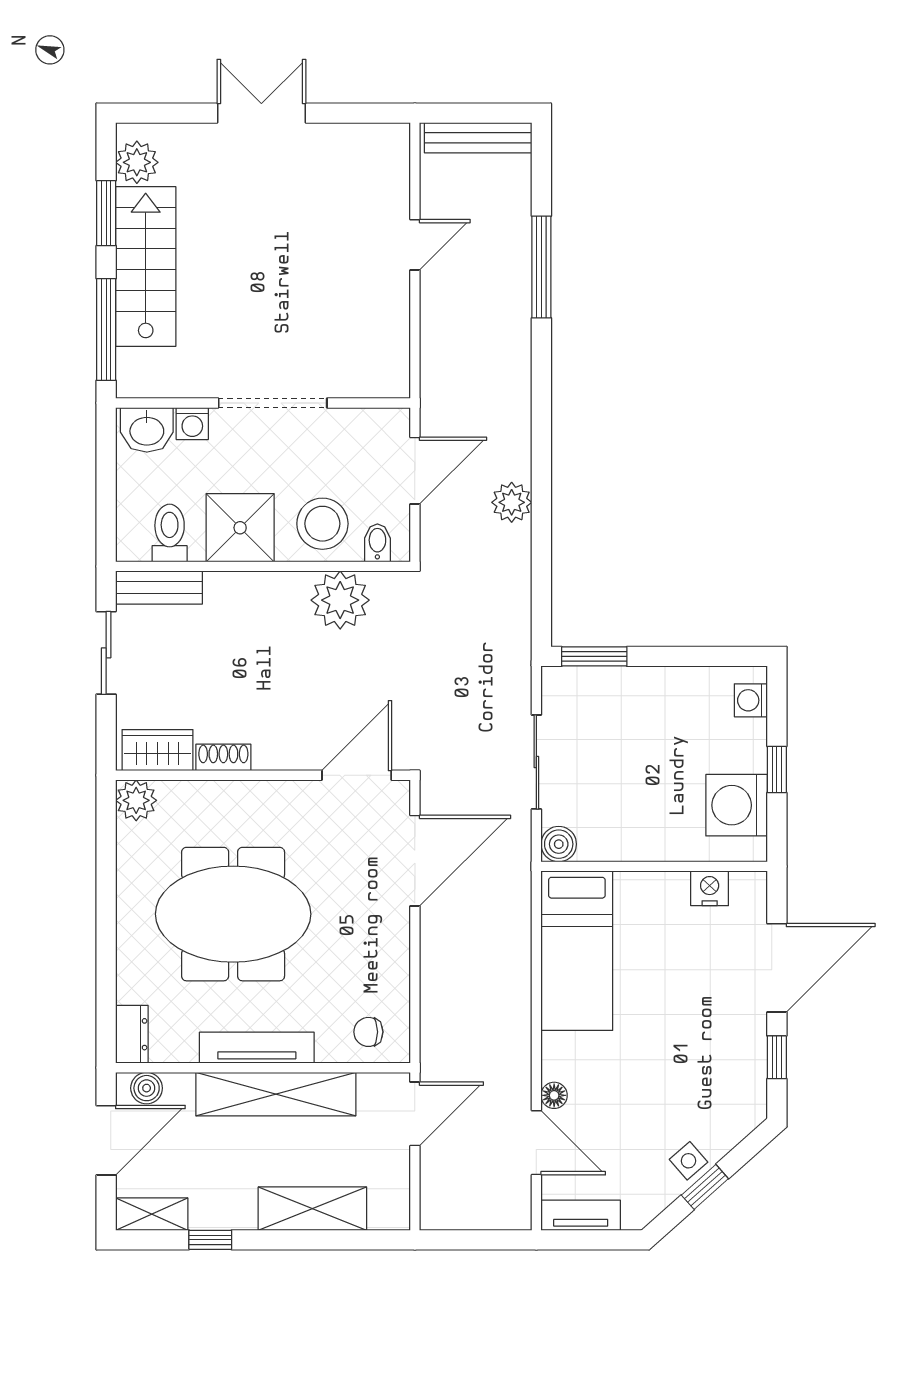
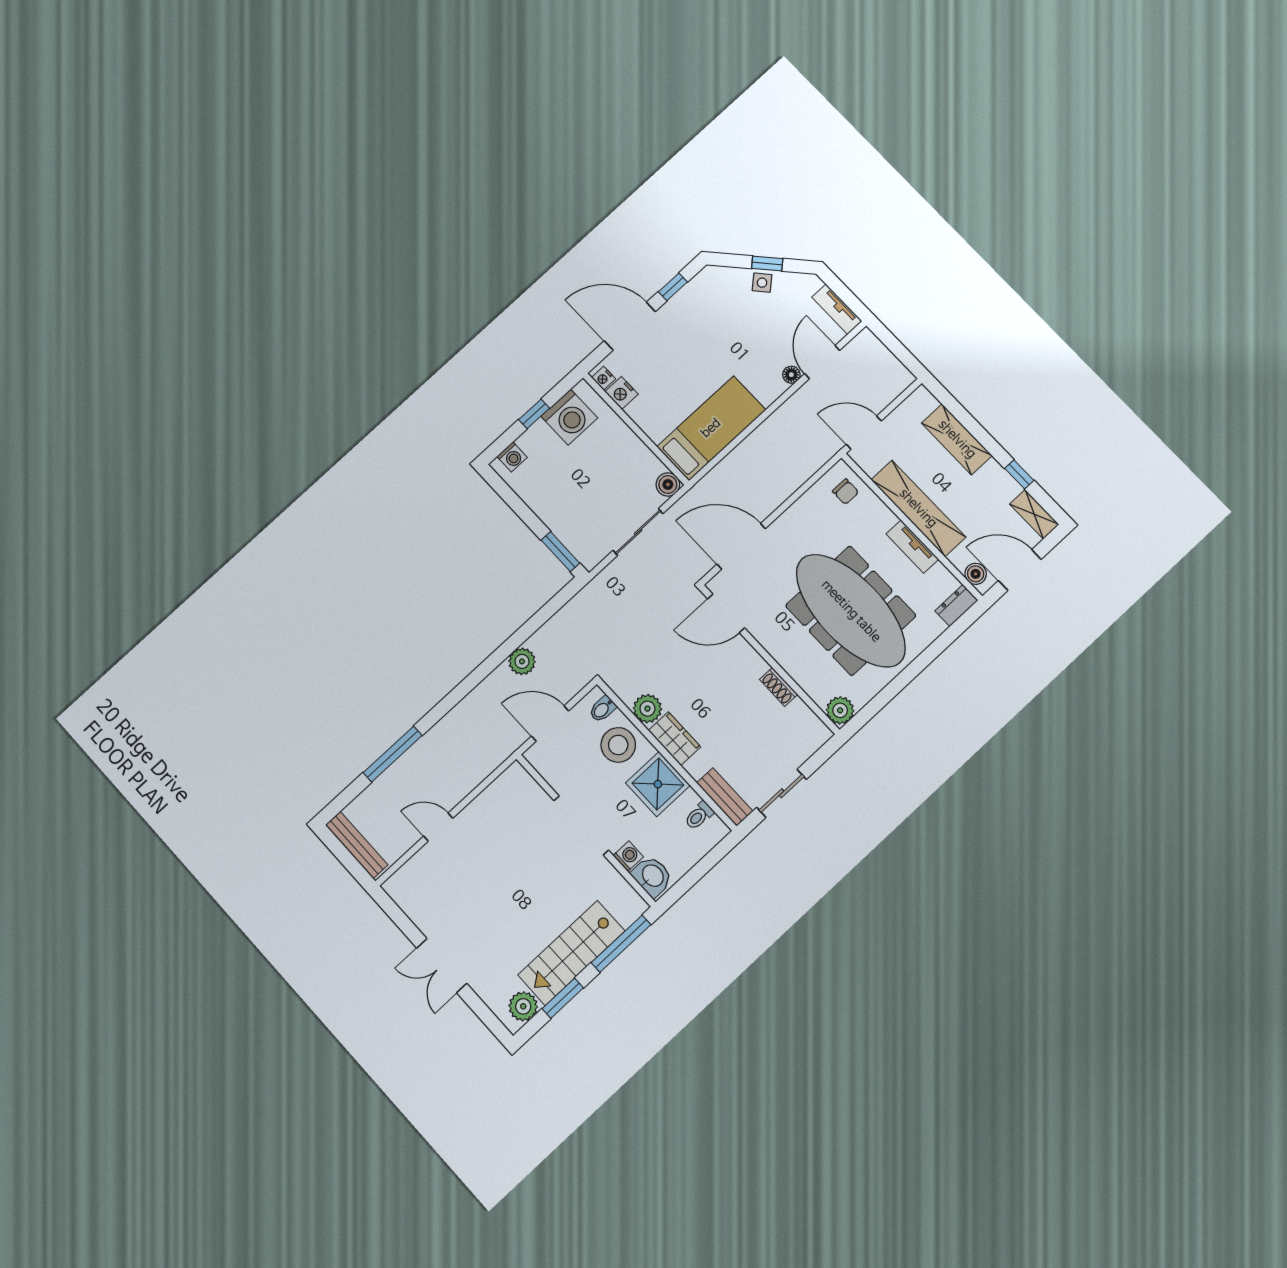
toilet: (170, 533) -> (699, 816), width x0.73, depth x0.72
plant: (340, 600) -> (647, 709), width x0.73, depth x0.73
wardrobe: (157, 750) -> (674, 739), moved, turned 180
nightstand: (745, 884) -> (603, 378), added
meeting table: (233, 914) -> (851, 611), width x1.36
tv unit: (257, 1048) -> (912, 547), width x0.71

